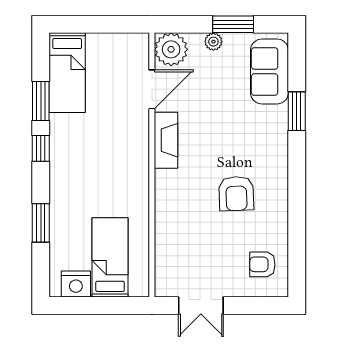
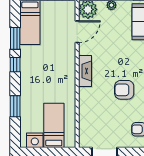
fireplace: (166, 140) -> (85, 71), moved
armchair: (236, 194) -> (124, 90), turned 92

